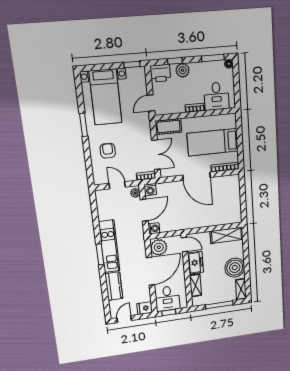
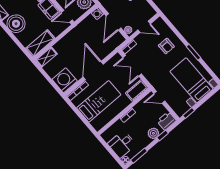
desk: (216, 96) -> (122, 144), moved, turned -90
door: (151, 103) -> (159, 97), swing flipped
door: (197, 176) -> (93, 70), hinge flipped
washing machine: (150, 190) -> (65, 80), moved, width x1.89, depth x1.89
shelving: (230, 219) -> (46, 57), added

